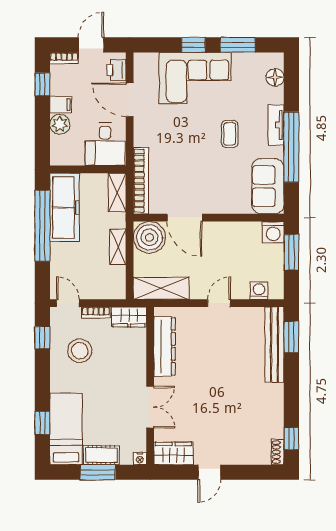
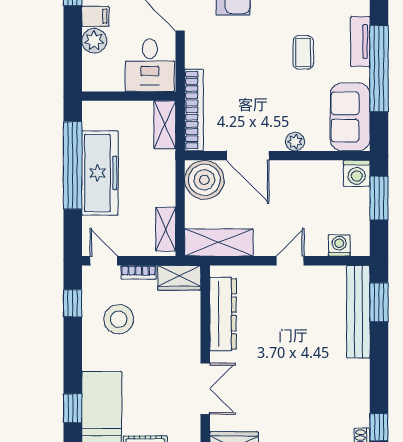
plant: (223, 206) -> (295, 142), added
freezer: (65, 207) -> (100, 173), moved
shelving: (118, 247) -> (166, 229), moved

